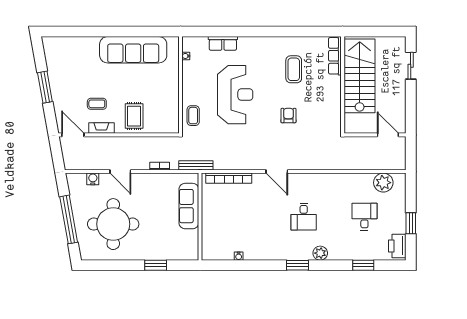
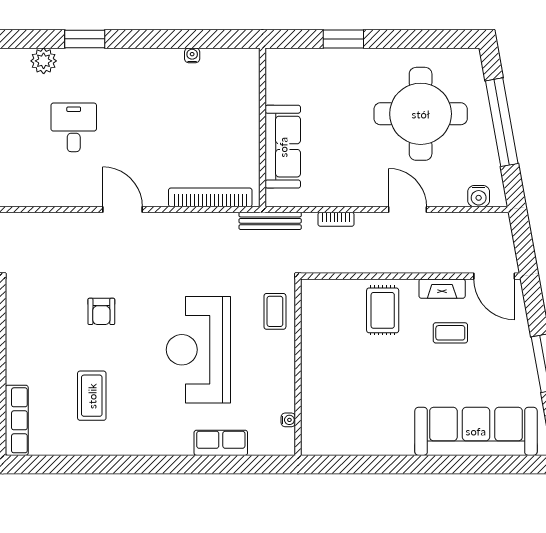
sofa: (133, 50) -> (476, 431), moved
water cooler: (93, 179) -> (479, 196), moved

